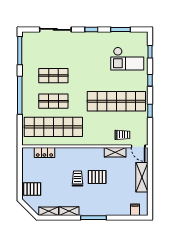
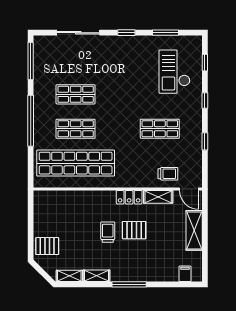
checkout: (127, 59) -> (175, 72), turned 90
shop shelf: (116, 101) -> (160, 129), width x0.50, depth x0.74
locker: (44, 152) -> (129, 197), moved

